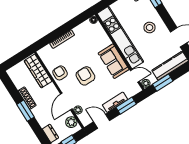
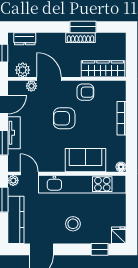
sofa: (114, 61) -> (86, 160), moved
armchair: (85, 76) -> (64, 118), turned 180
door: (135, 76) -> (29, 173), swing flipped
window: (25, 111) -> (83, 27), moved

